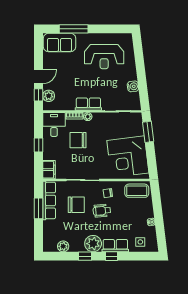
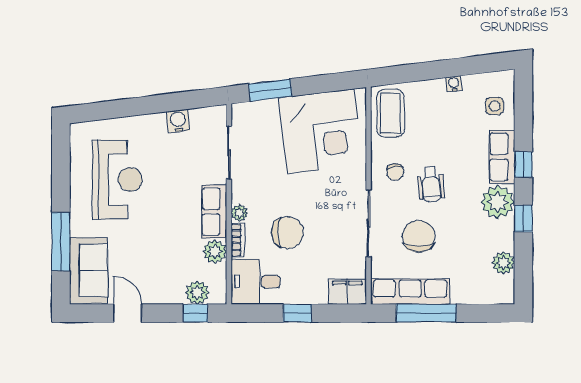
door: (39, 77) -> (128, 313), moved
plant: (69, 105) -> (215, 252), added
chair: (78, 140) -> (287, 233), turned -90
window: (39, 208) -> (426, 313), width x1.44

